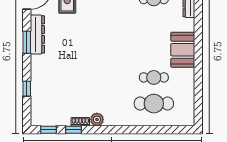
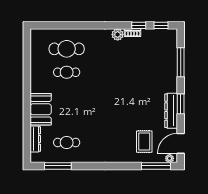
booth: (183, 50) -> (41, 109), moved
window: (27, 89) -> (181, 62), width x2.17

